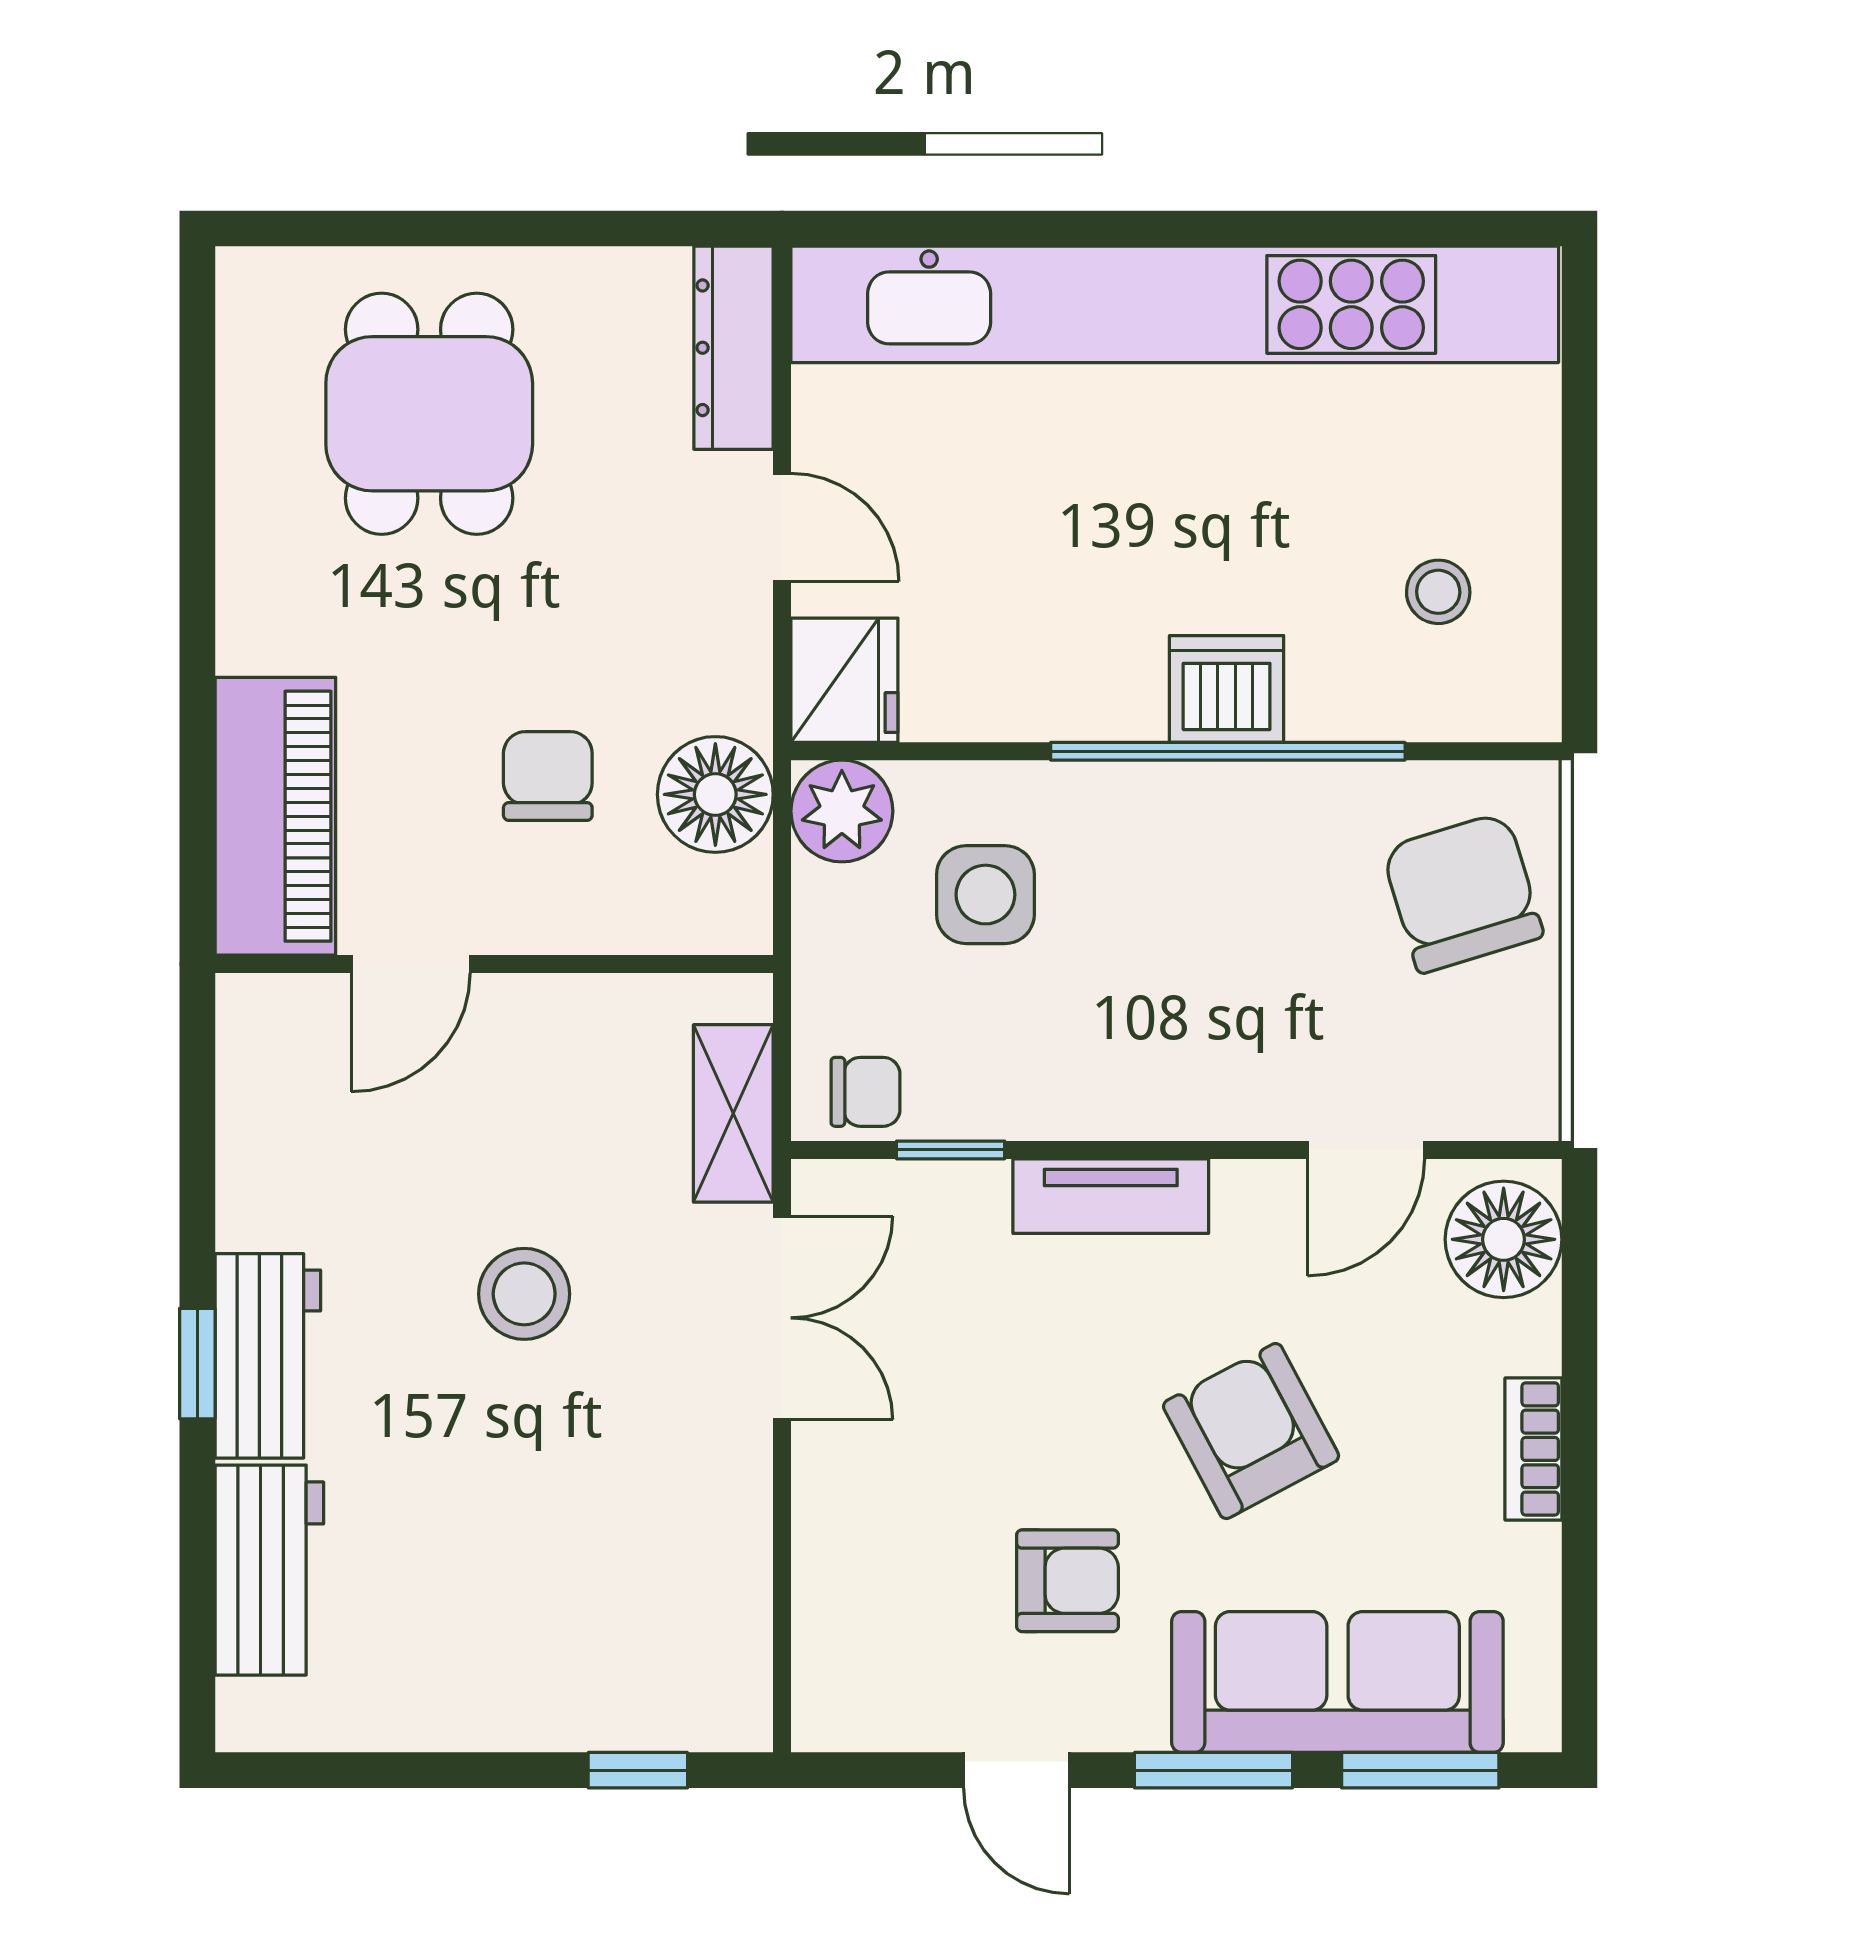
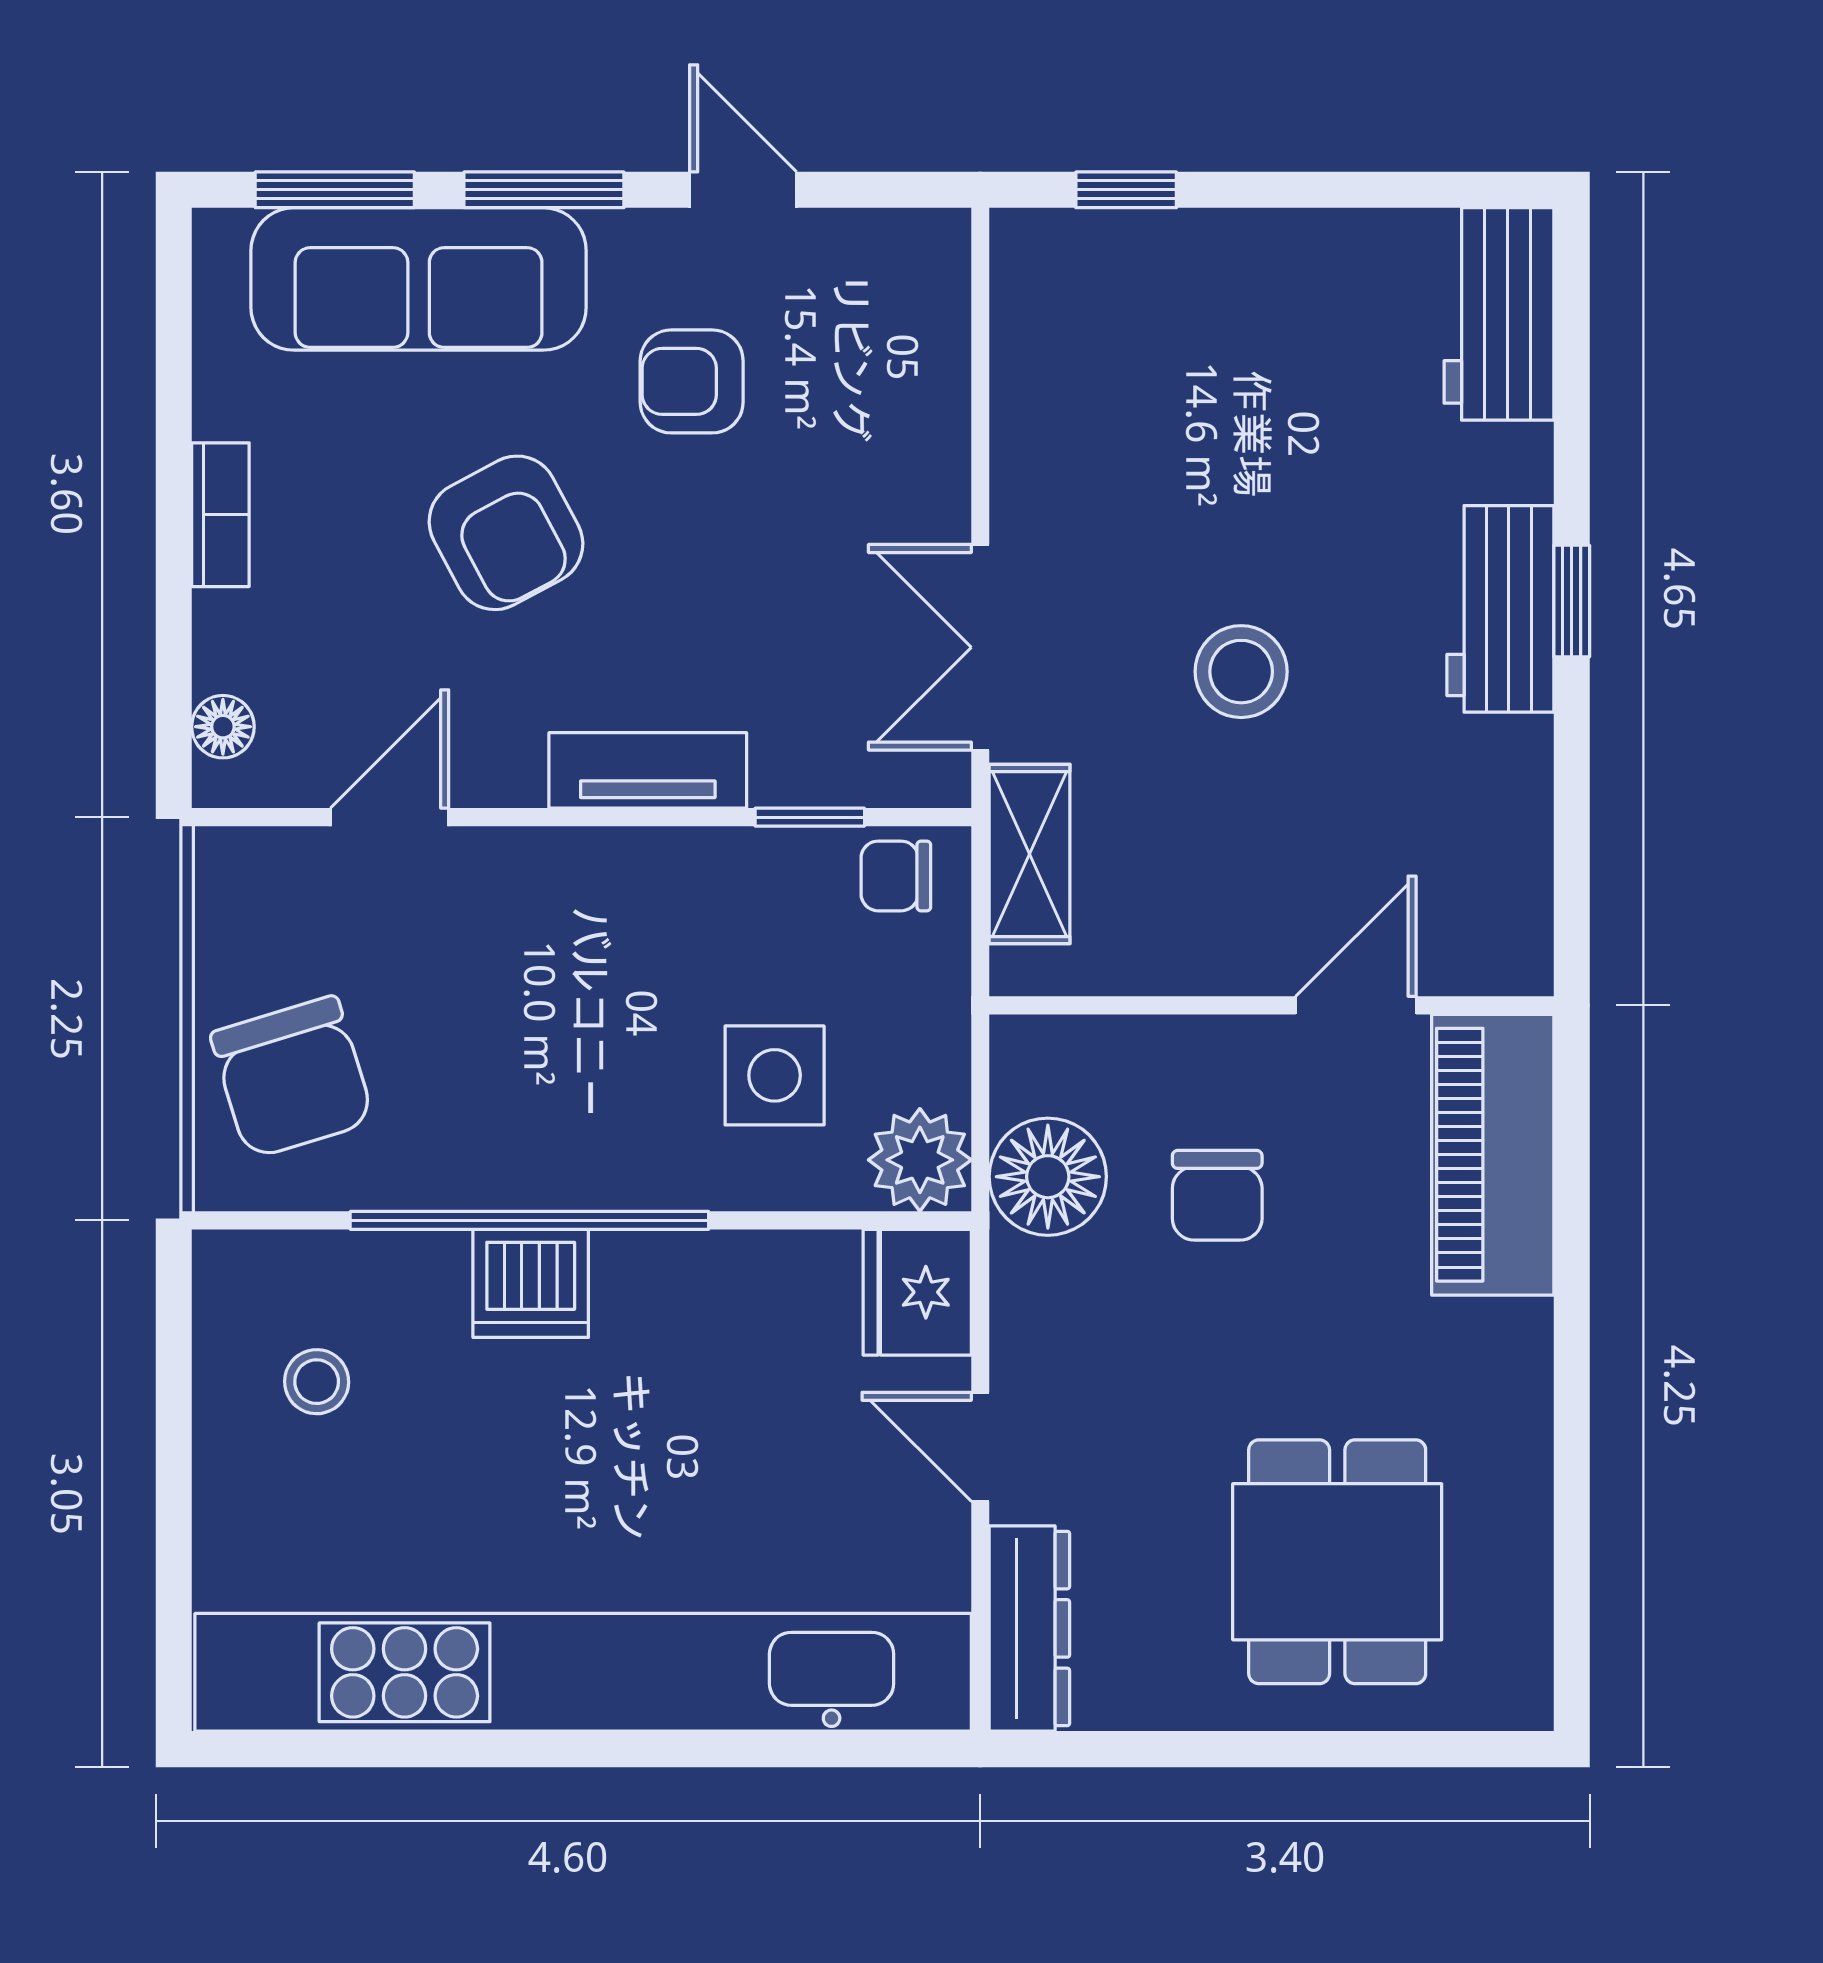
floor lamp: (1504, 1239) -> (223, 727), width x0.53, depth x0.53
workbench: (269, 1570) -> (1499, 314), moved

